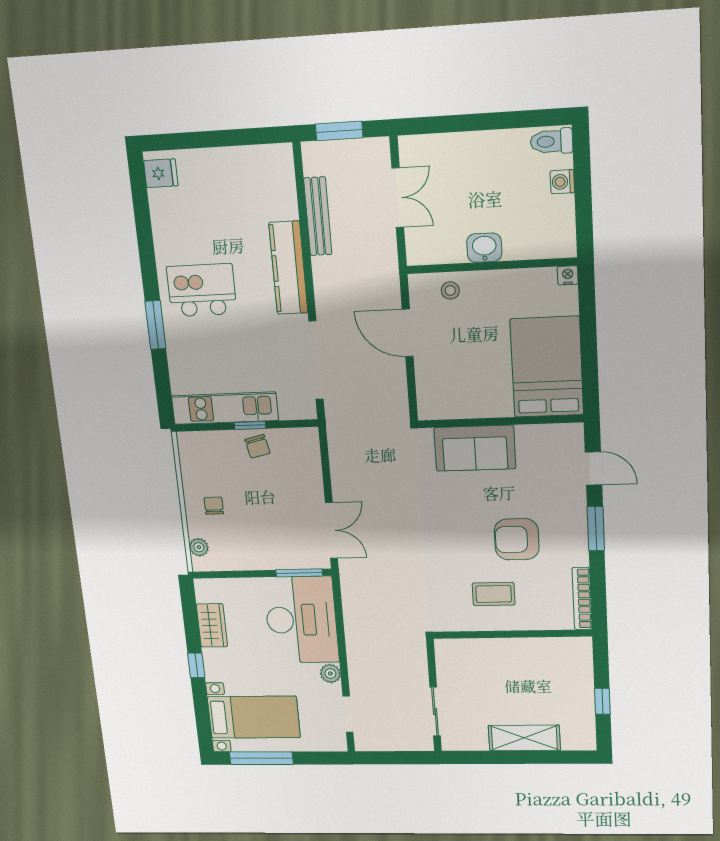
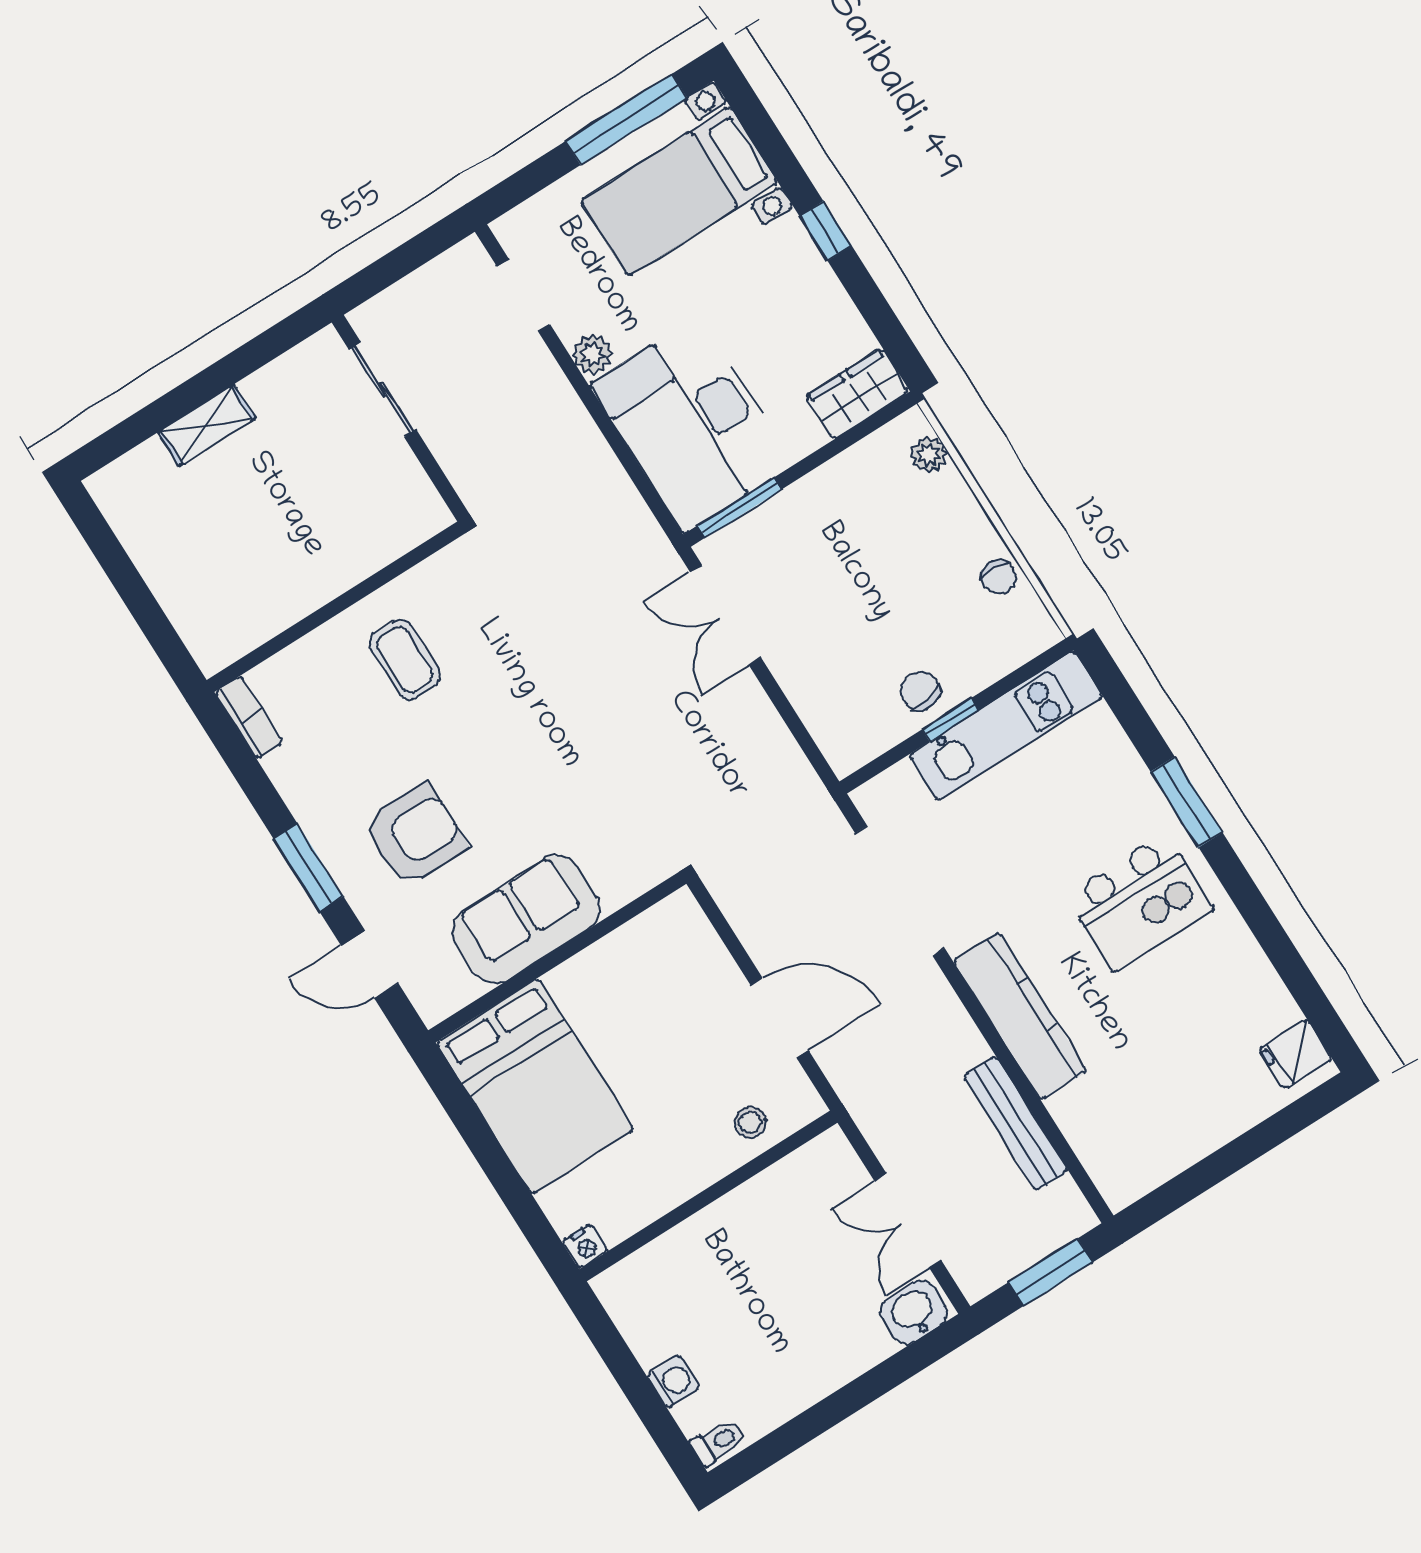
toilet: (552, 141) -> (718, 1442), width x0.73, depth x0.72
washbasin: (484, 248) -> (914, 1312), moved, turned 180
sofa: (475, 448) -> (526, 920), moved
chair: (214, 506) -> (999, 577), moved
armchair: (517, 539) -> (415, 835), moved
coffee table: (494, 594) -> (405, 659), turned 90
bookcase: (582, 599) -> (249, 717), width x0.64
wardrobe: (212, 625) -> (857, 394), moved, turned 90
window: (602, 701) -> (124, 575), removed
shelving: (524, 738) -> (207, 425), width x0.67, depth x0.75

